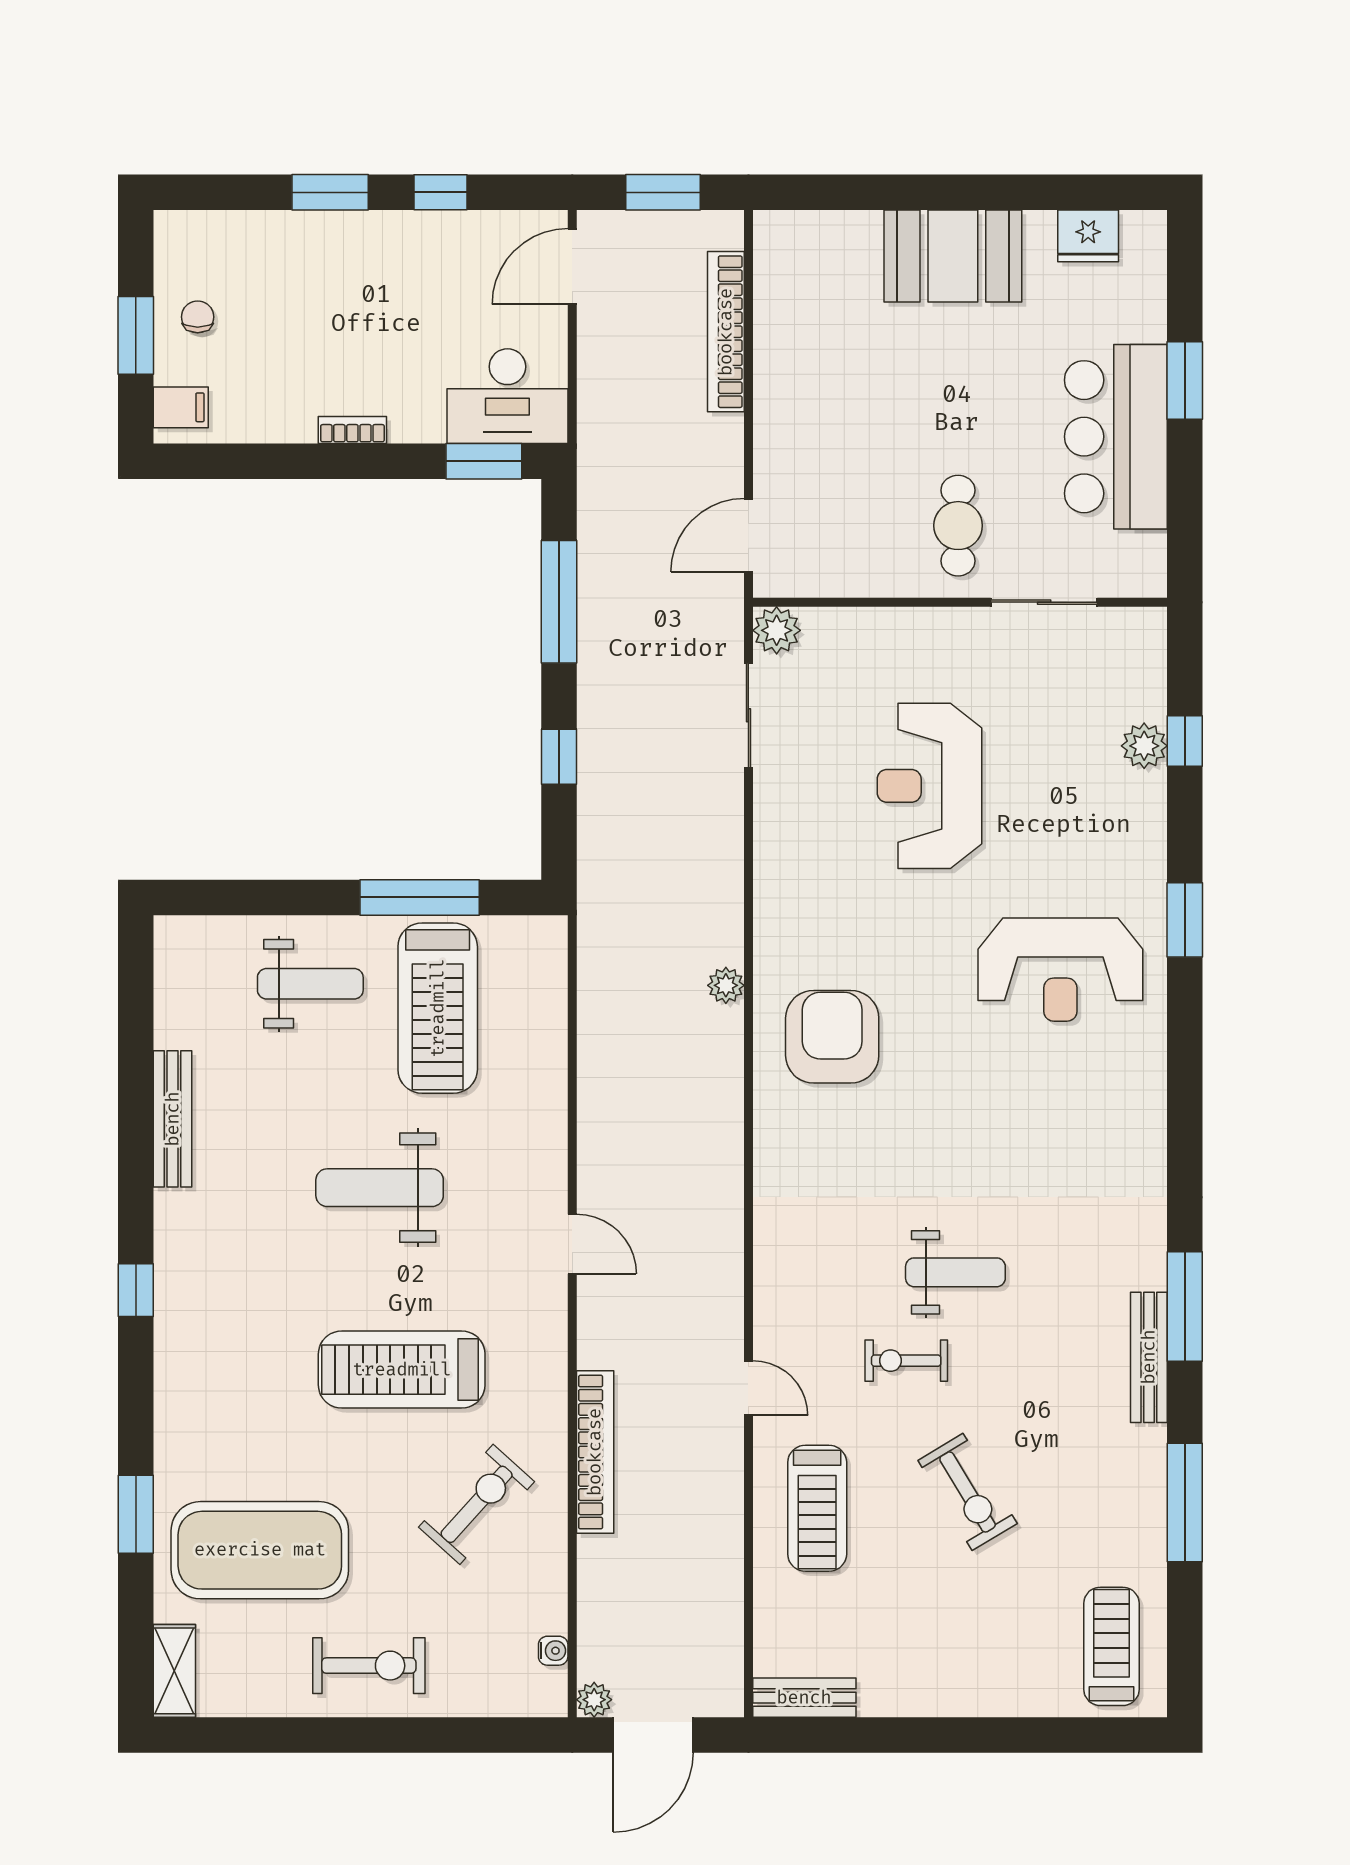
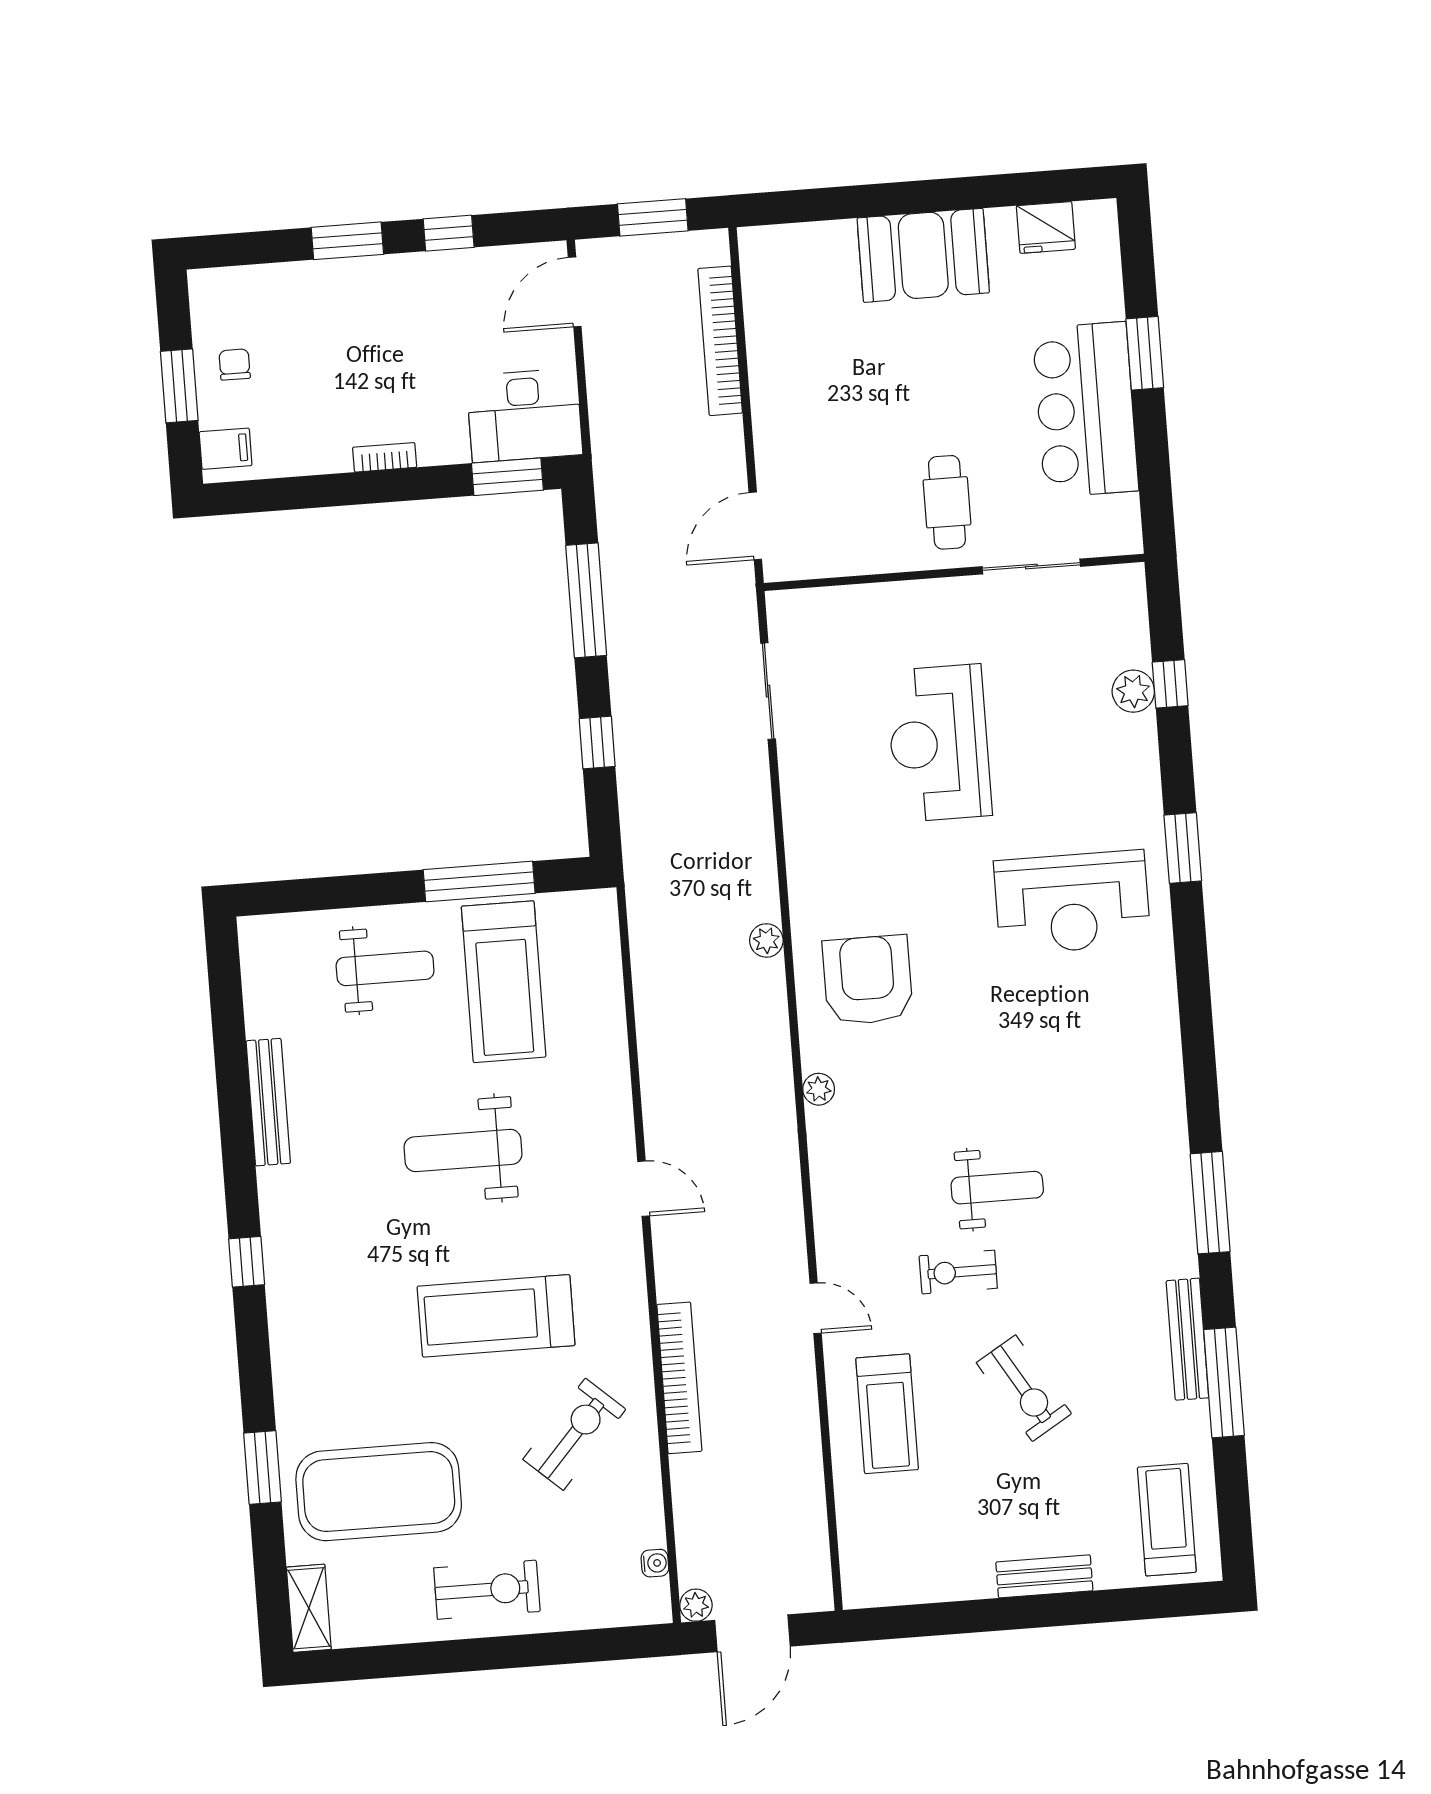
plant: (777, 630) -> (819, 1089), moved, width x0.73, depth x0.73
bench: (1149, 1357) -> (1187, 1339), moved
bench: (804, 1698) -> (1044, 1576), moved

